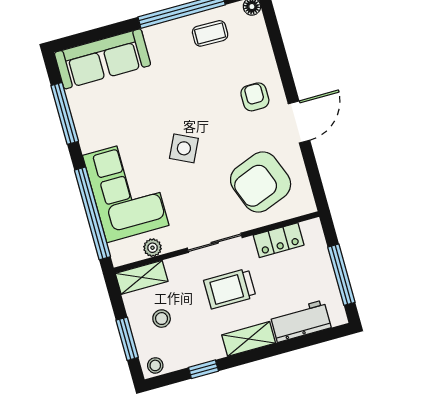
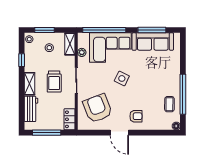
sofa: (103, 59) -> (153, 42), moved, turned -90
locker: (279, 240) -> (70, 119), moved
trolley: (230, 289) -> (54, 82), turned 180

